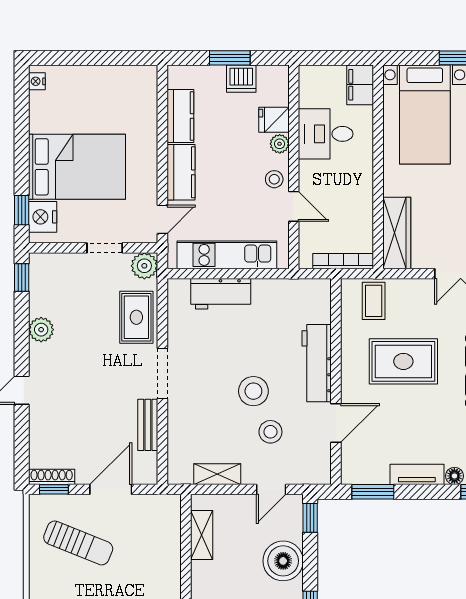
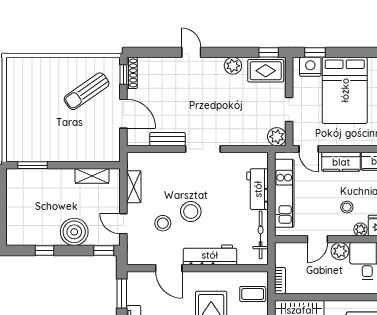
plant: (311, 174) -> (340, 251), added
stool: (274, 179) -> (347, 207), moved
bookcase: (343, 261) -> (280, 281), width x0.64
bicycle: (287, 289) -> (261, 235), added
rug: (136, 317) -> (266, 71), moved
sun lounger: (78, 543) -> (87, 91), turned 33

